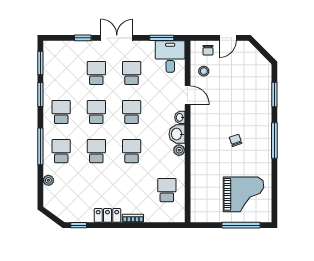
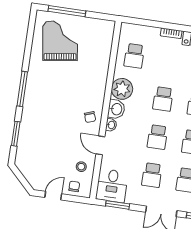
chair: (236, 140) -> (90, 117), moved
plant: (179, 150) -> (122, 89), width x1.87, depth x1.87
grand piano: (243, 194) -> (60, 41), turned 82

